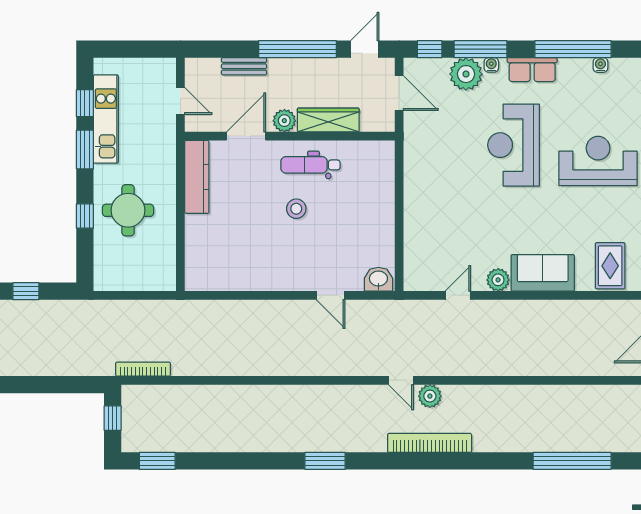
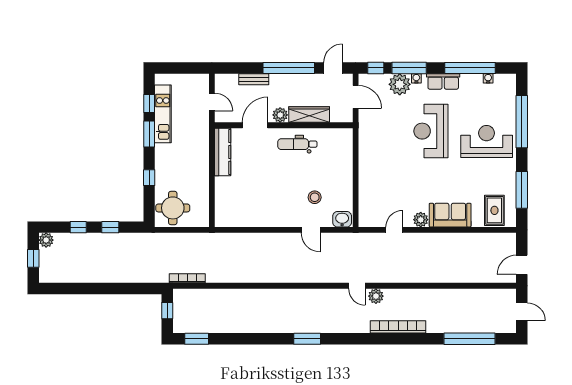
stool: (296, 209) -> (315, 197), moved
round table: (128, 210) -> (173, 208), moved
bookcase: (430, 443) -> (398, 327), moved

